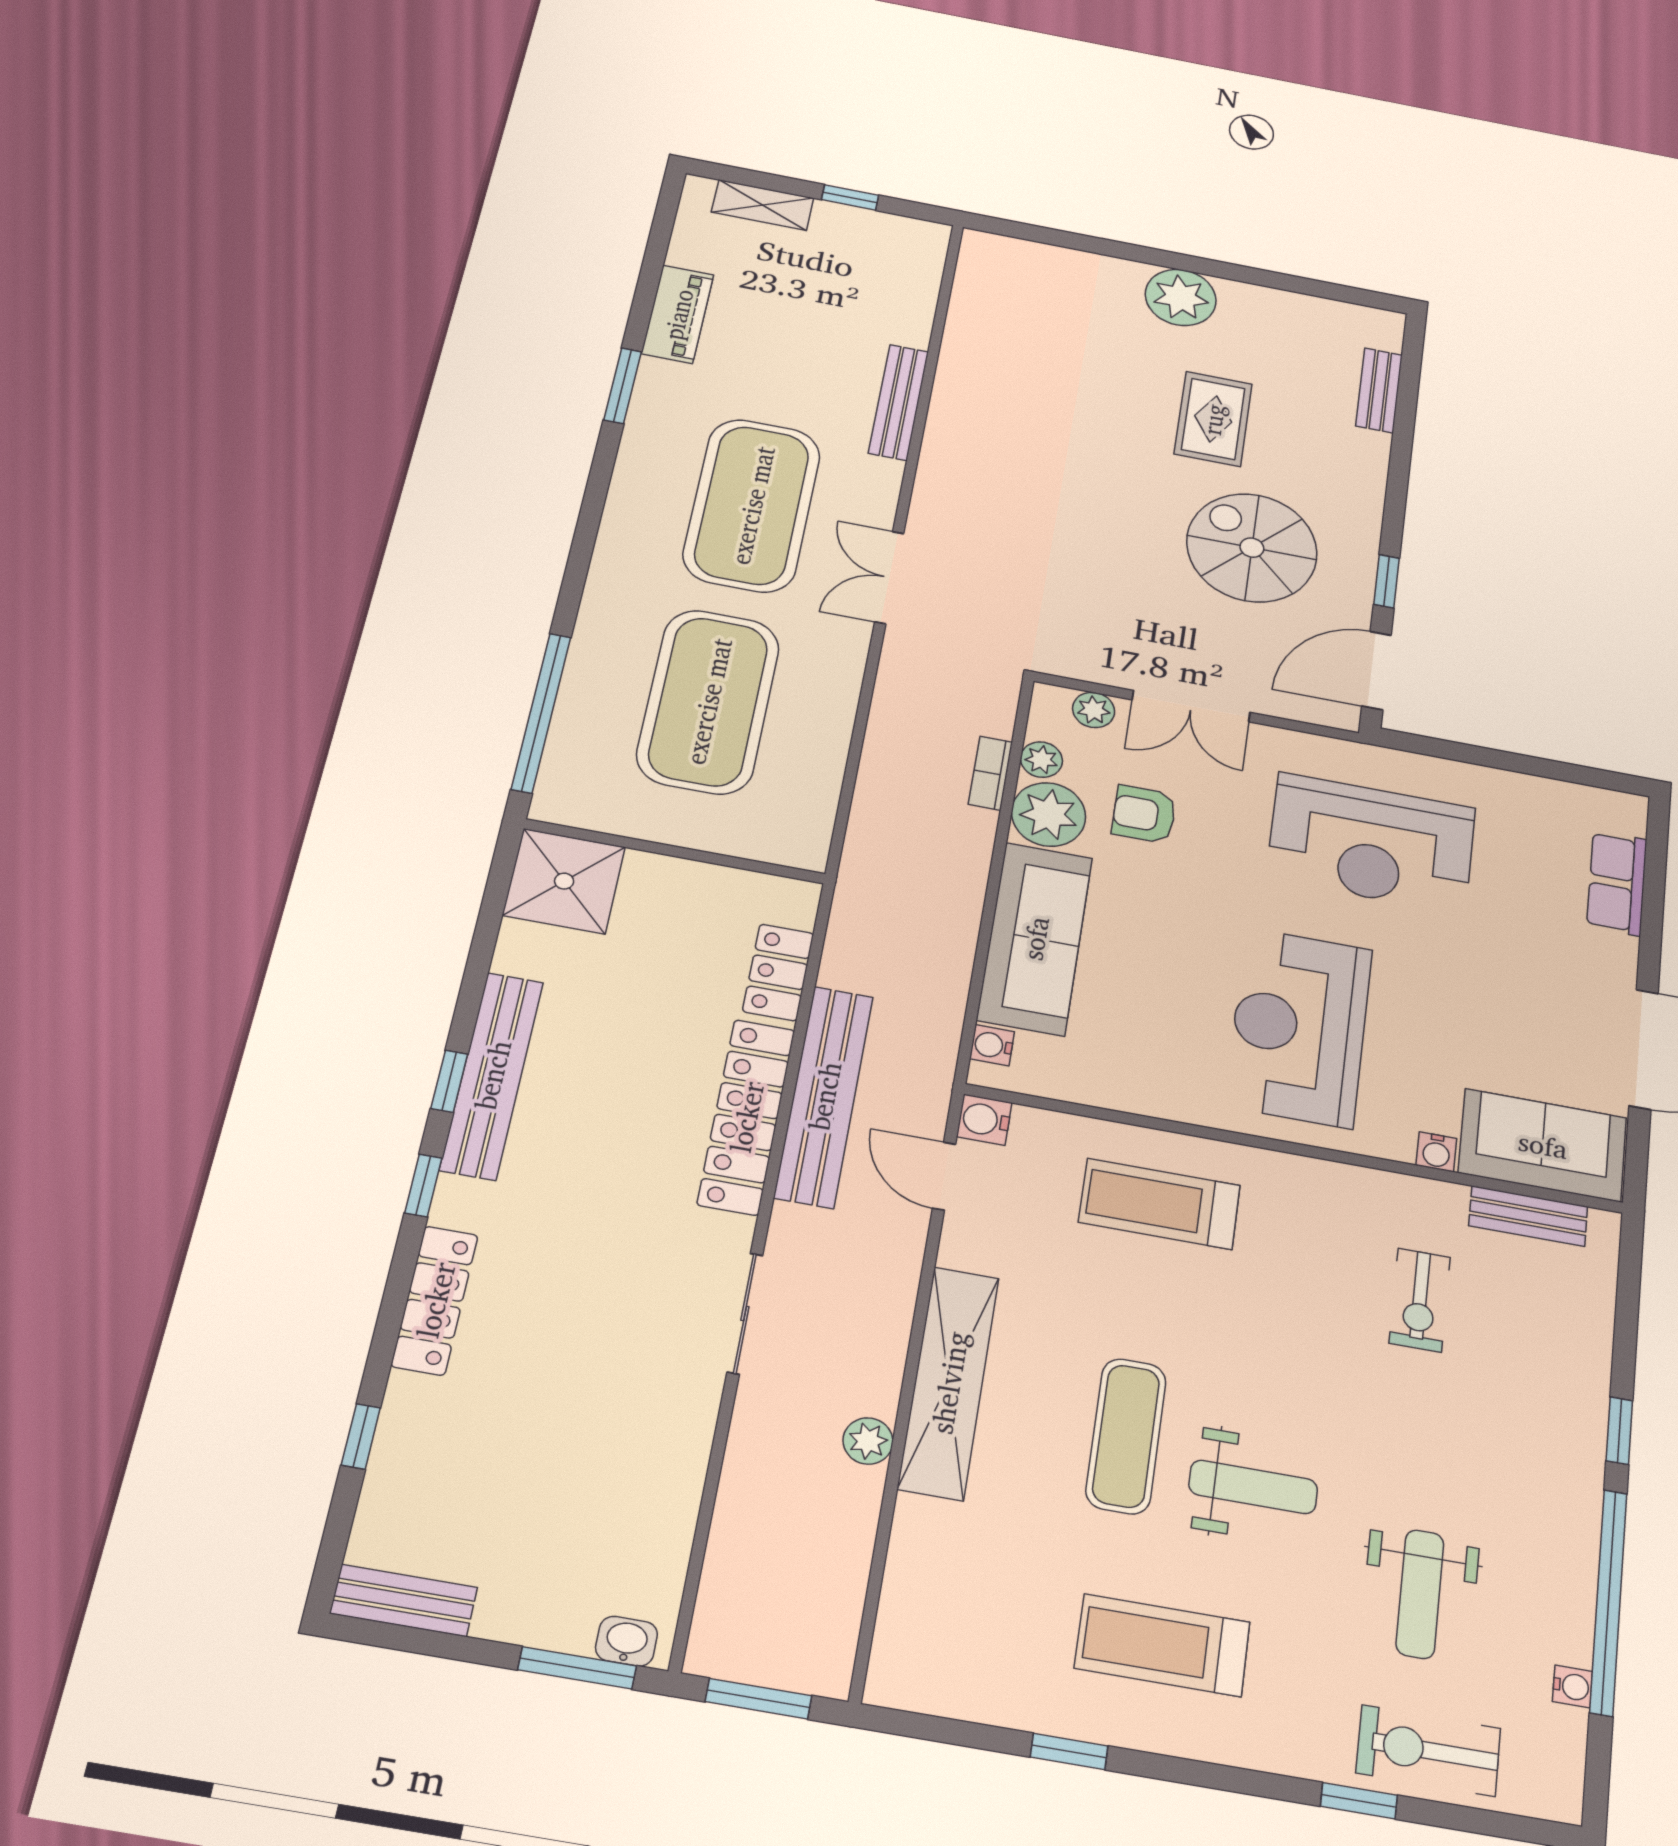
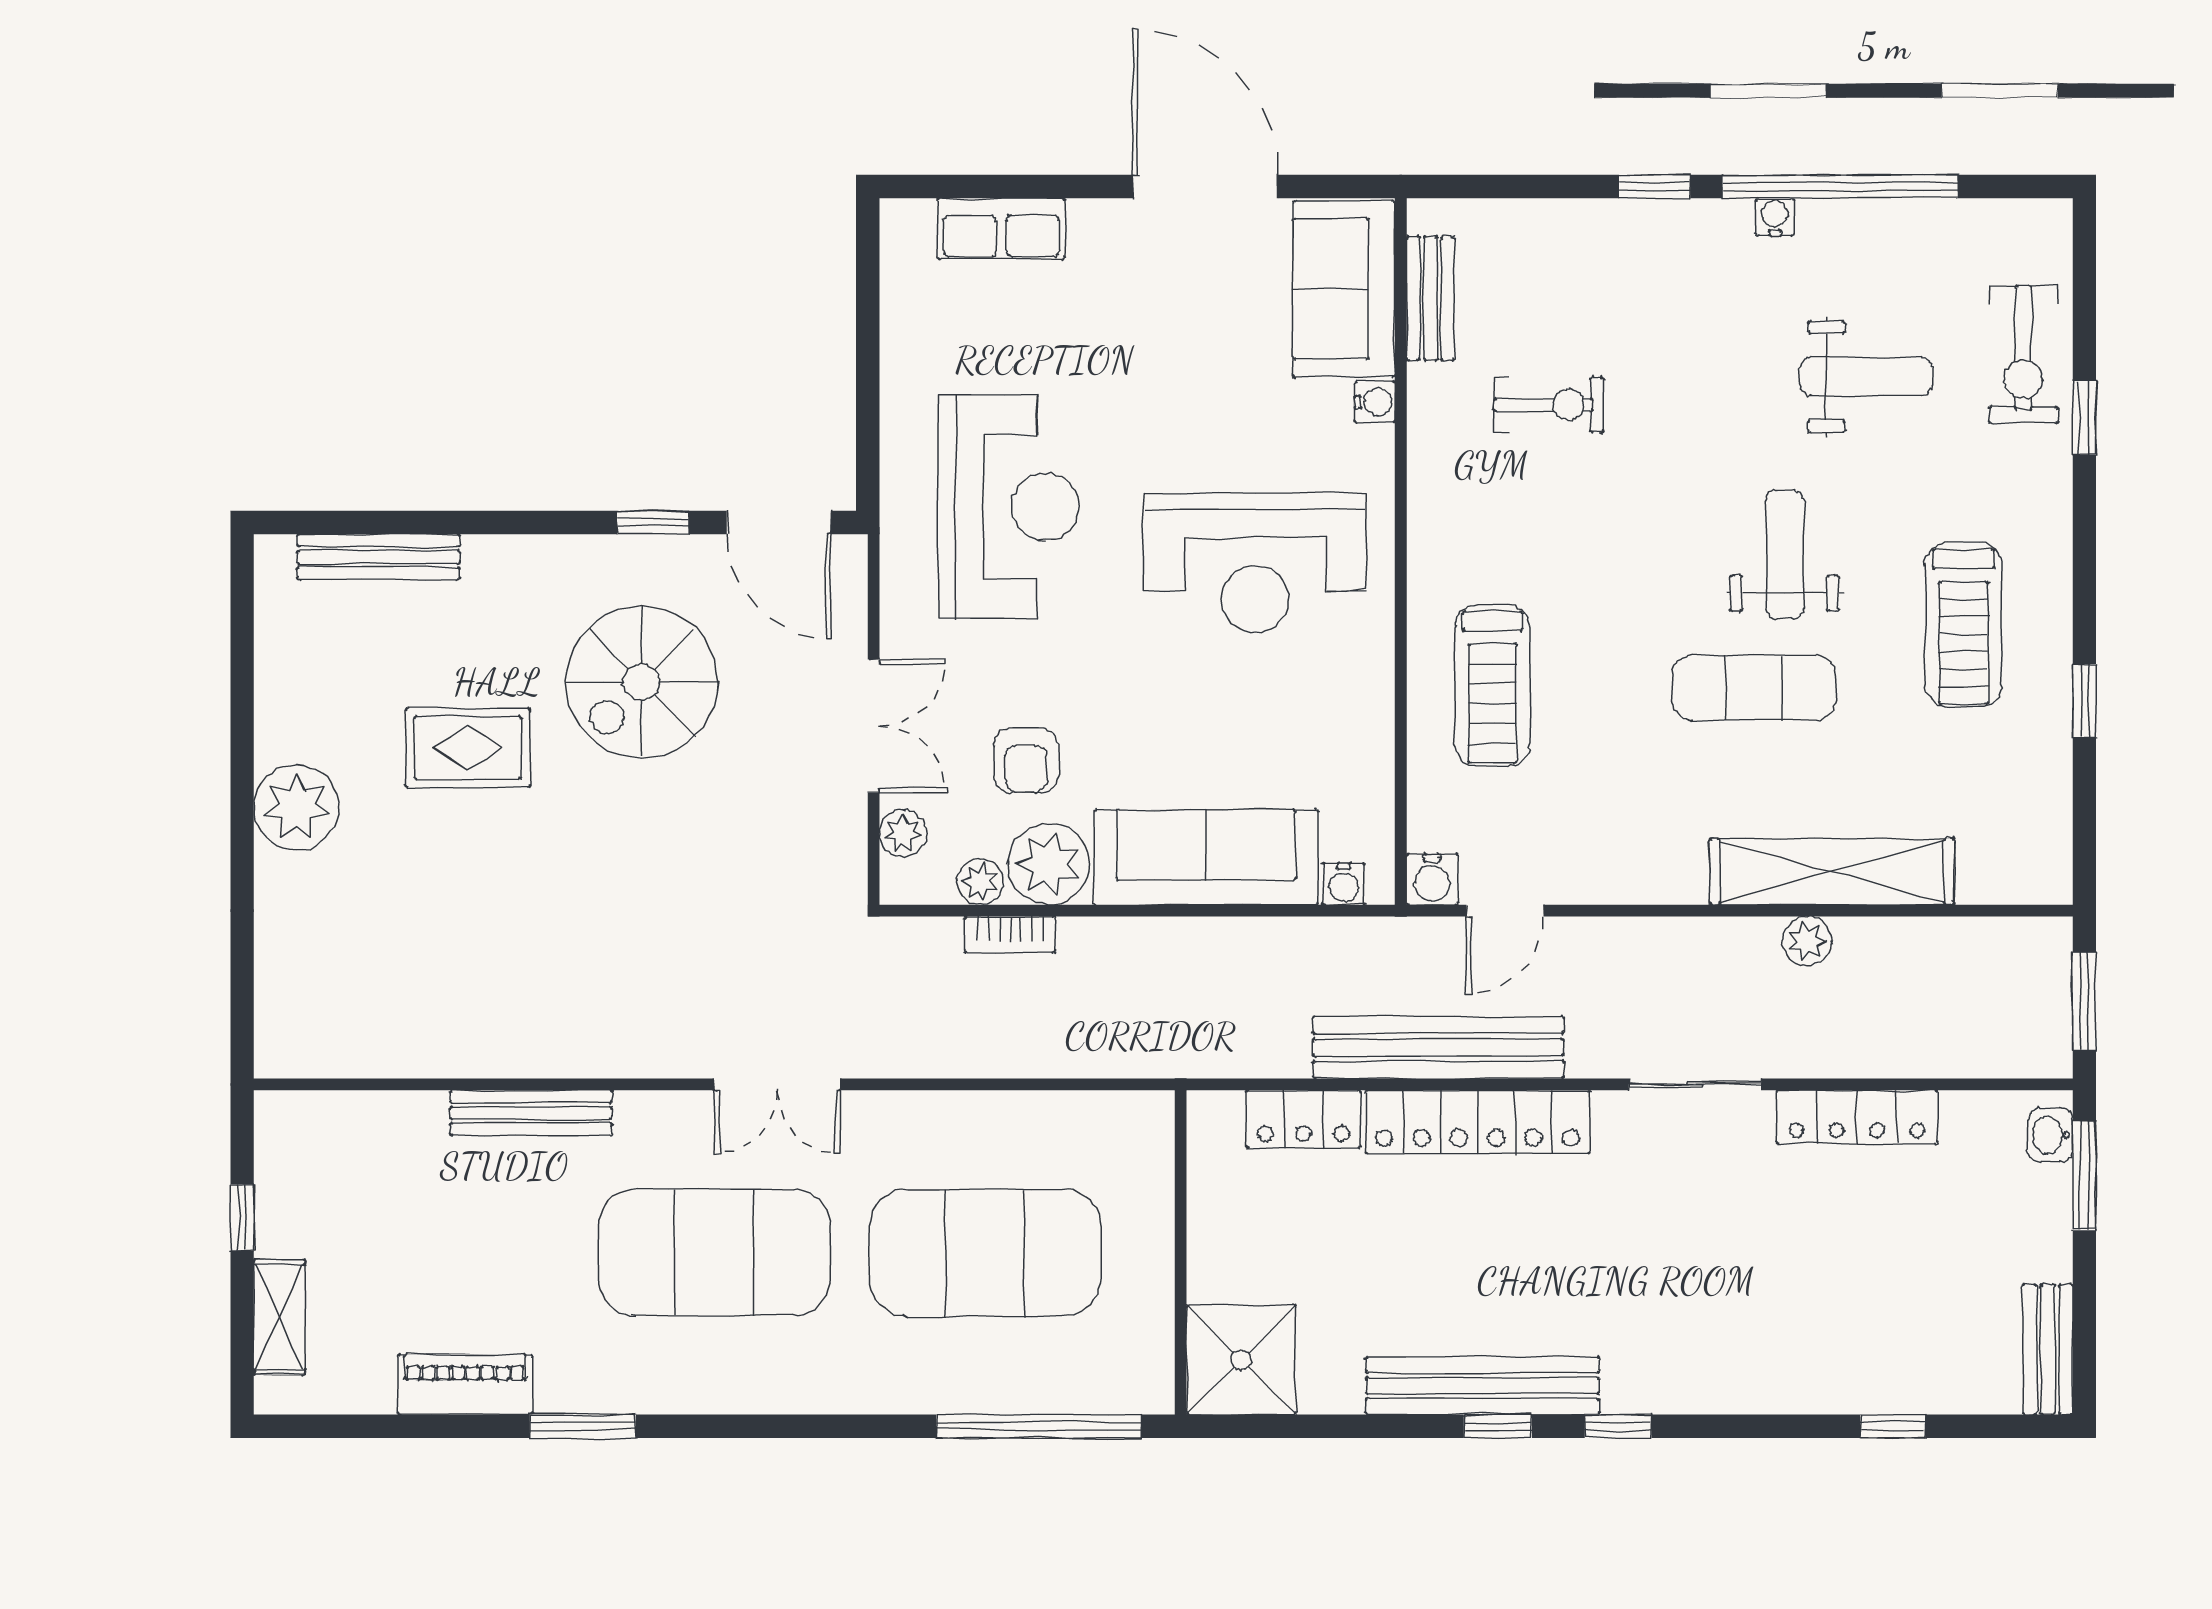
bench: (1379, 390) -> (378, 557), width x1.36
locker: (435, 1300) -> (1857, 1117), moved, turned 180
shelving: (949, 1382) -> (1832, 872), moved
water cooler: (1573, 1687) -> (1775, 217), moved

